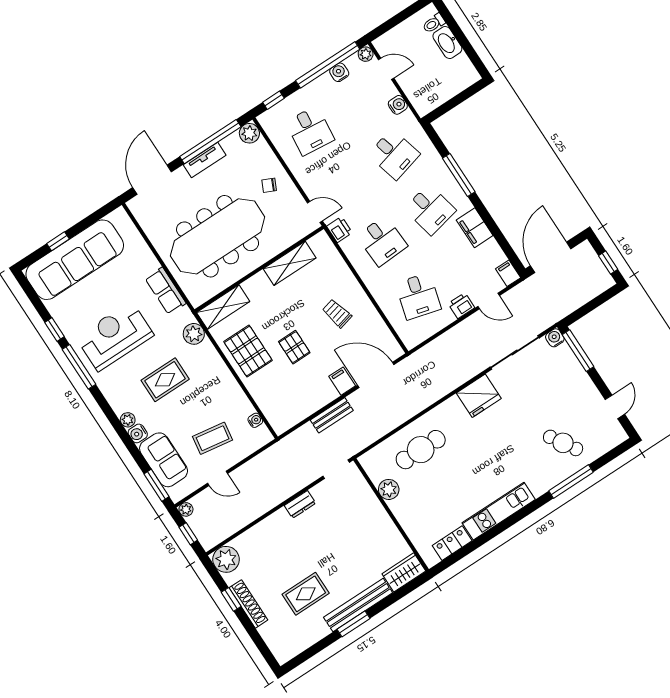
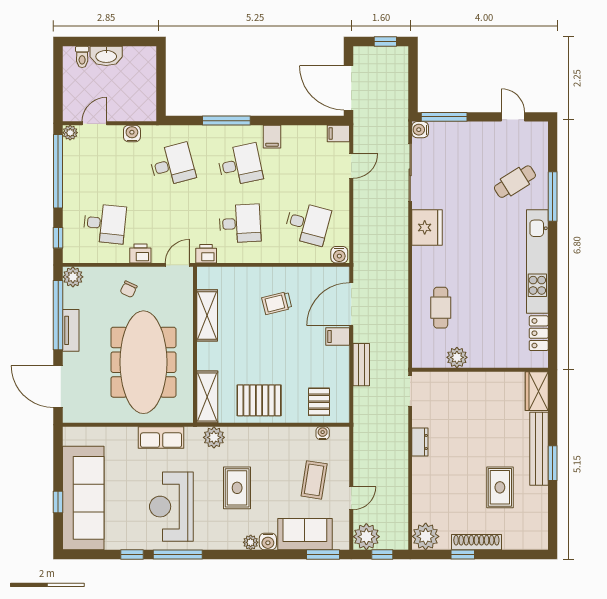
water cooler: (339, 72) -> (339, 255), moved, turned -90
filing cabinet: (475, 228) -> (272, 137), width x0.50
printer: (461, 306) -> (140, 254), moved, turned 90
pallet: (294, 347) -> (319, 402), moved, turned 90
cafe table: (421, 450) -> (441, 308), width x0.73, depth x0.74
plant: (186, 509) -> (366, 537), width x1.88, depth x1.88
kitchen unit: (499, 511) -> (537, 261), width x1.36

